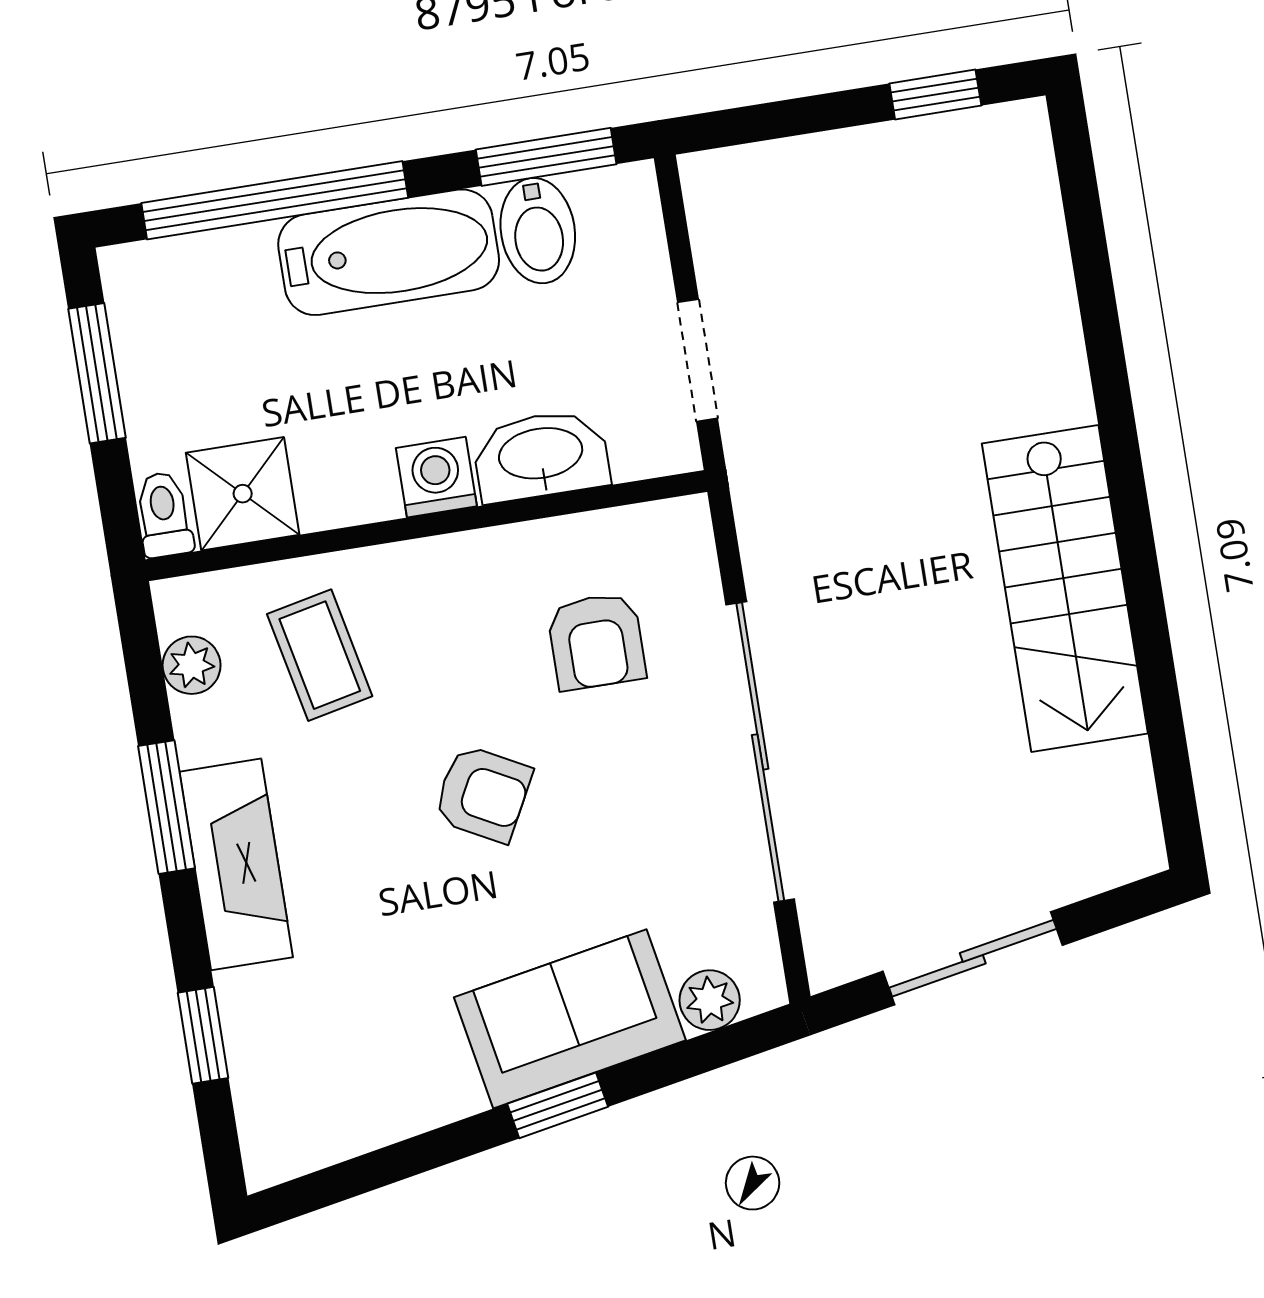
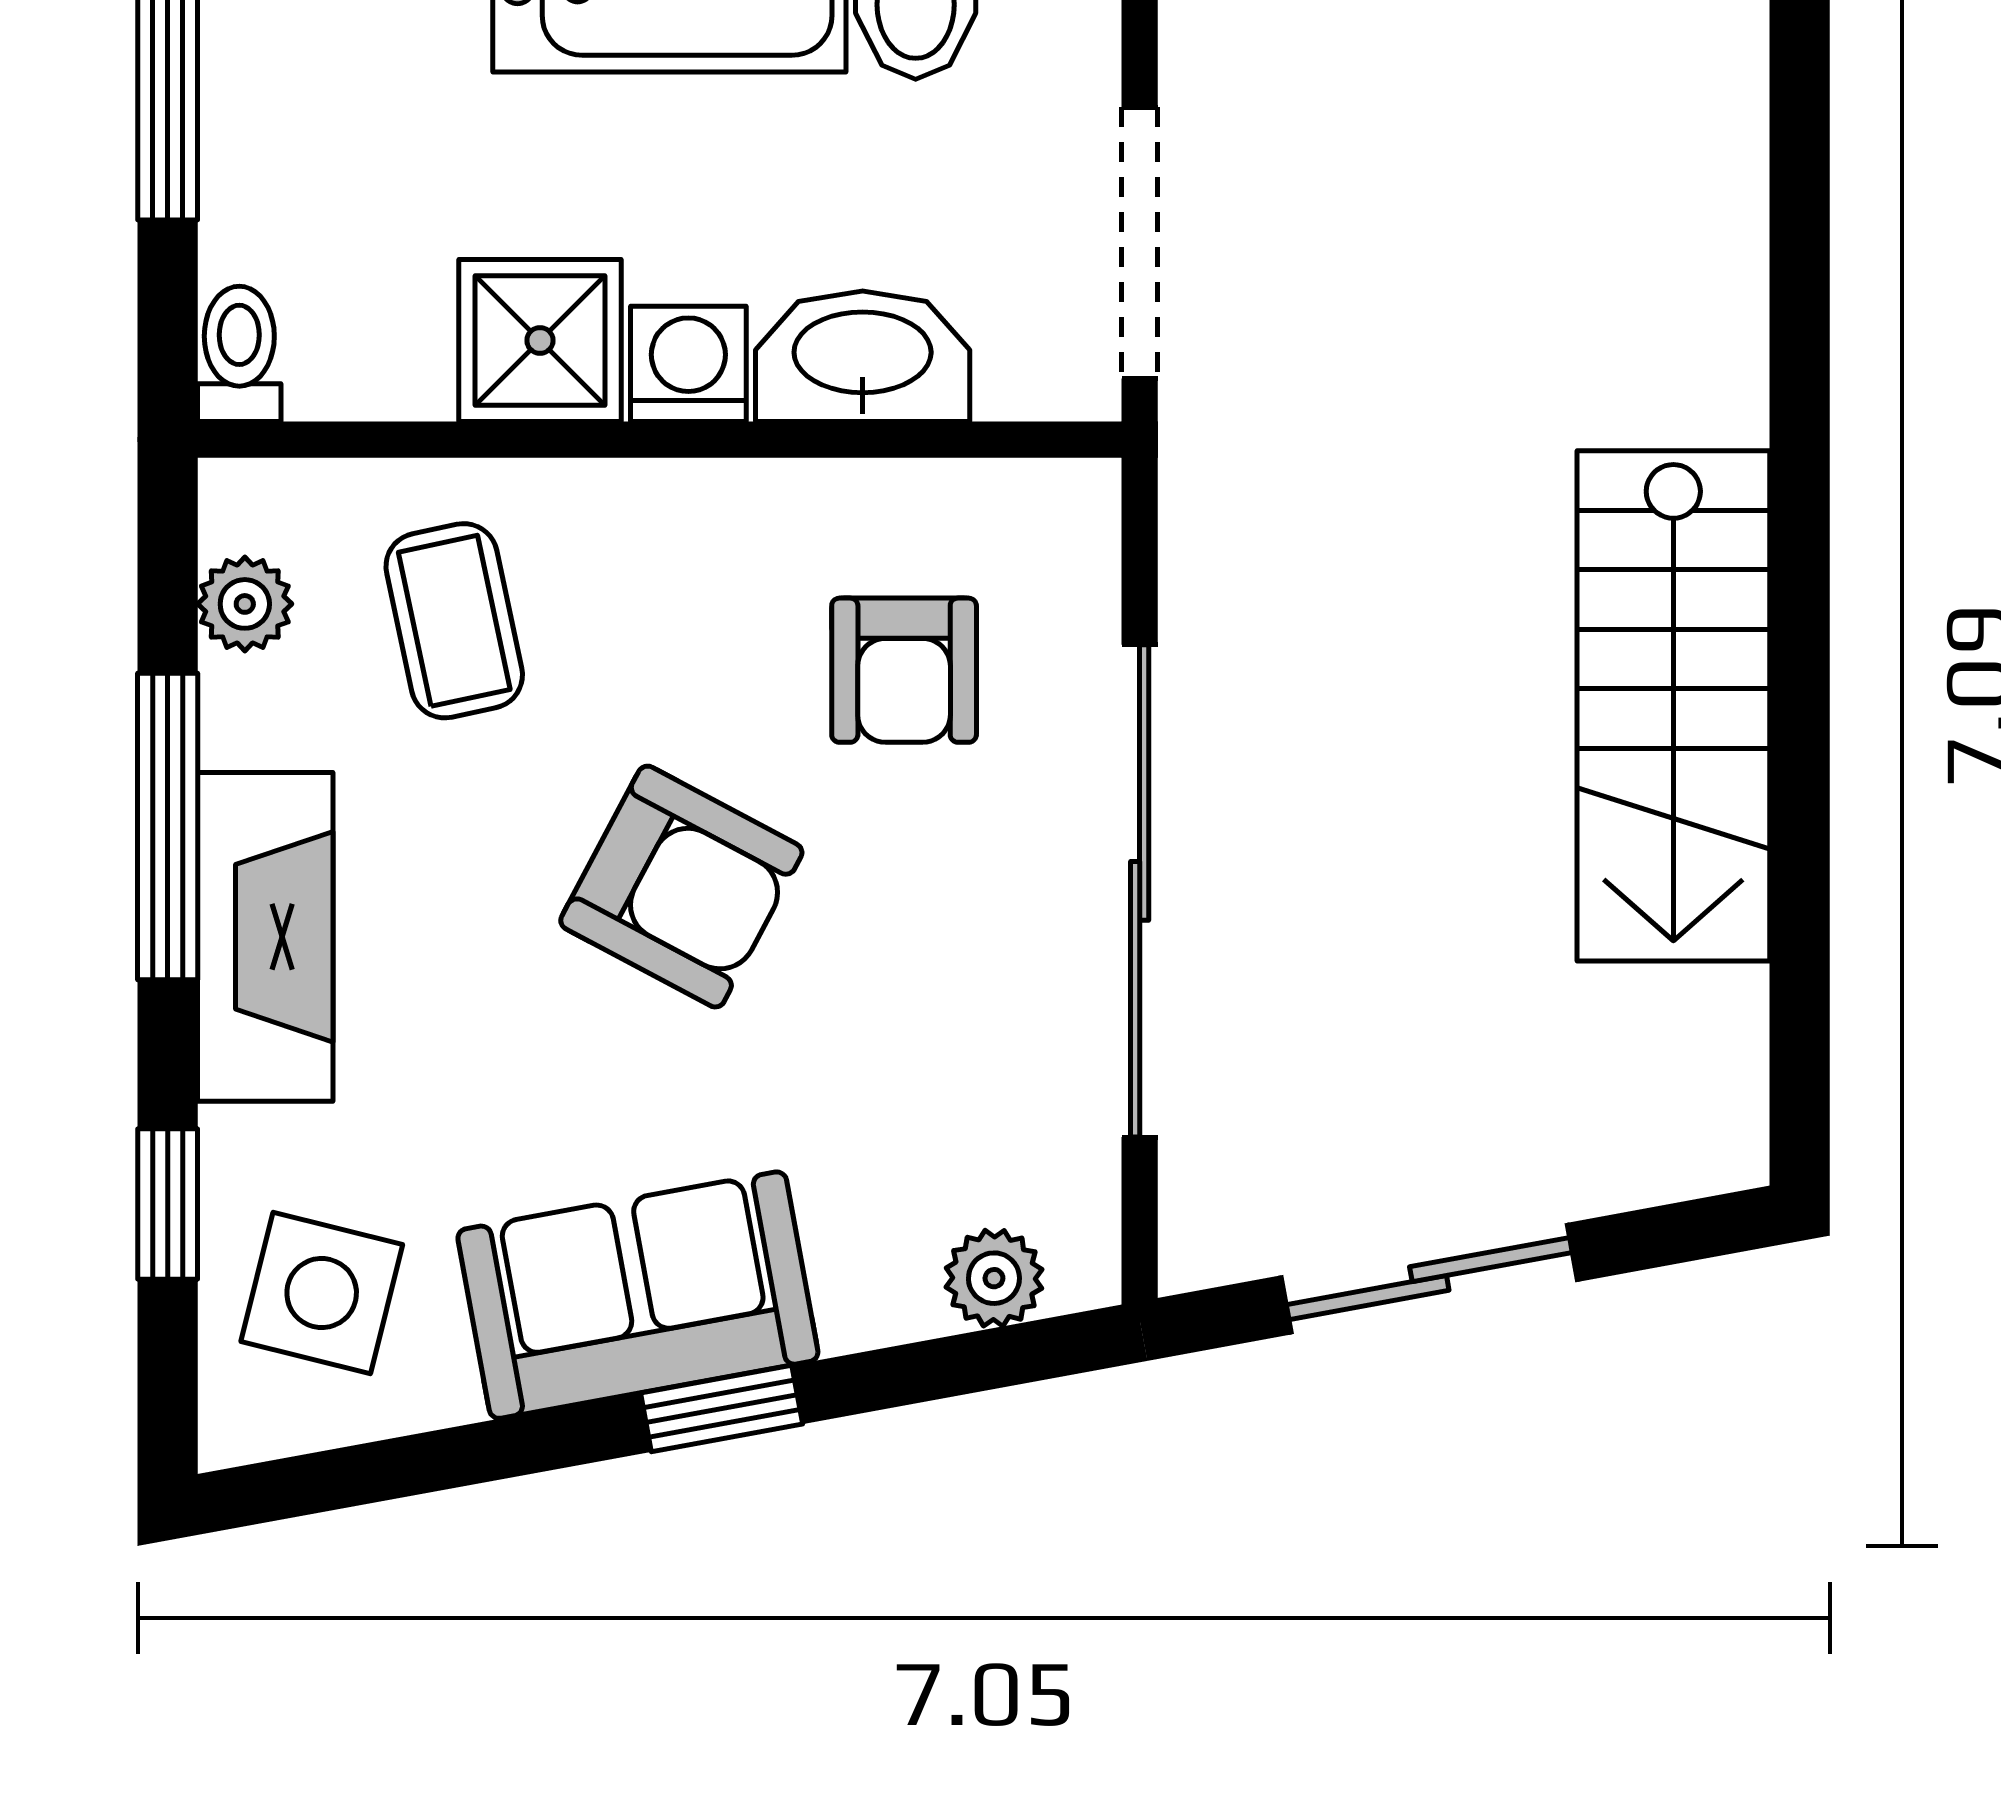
doorway: (697, 360) -> (1140, 243), width x1.38
shower: (243, 494) -> (540, 340), moved
armchair: (483, 794) -> (681, 887), width x1.38, depth x1.38
window: (166, 807) -> (168, 826), width x1.44
sofa: (570, 1019) -> (638, 1295), moved
side table: (305, 1074) -> (322, 1293), added

